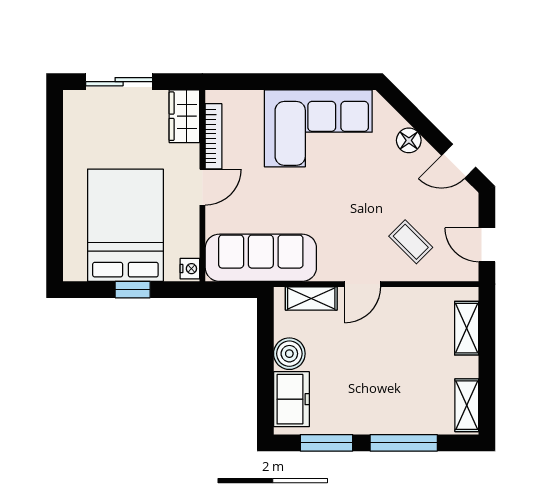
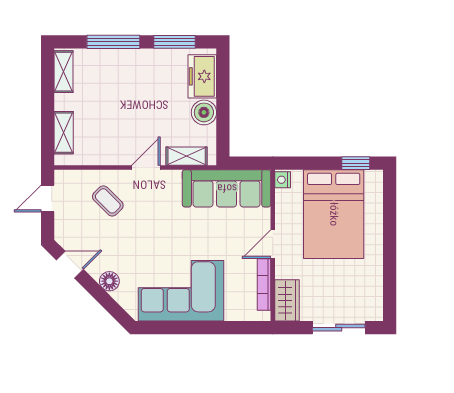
door: (487, 245) -> (48, 198), swing flipped
window: (133, 290) -> (356, 163), moved

